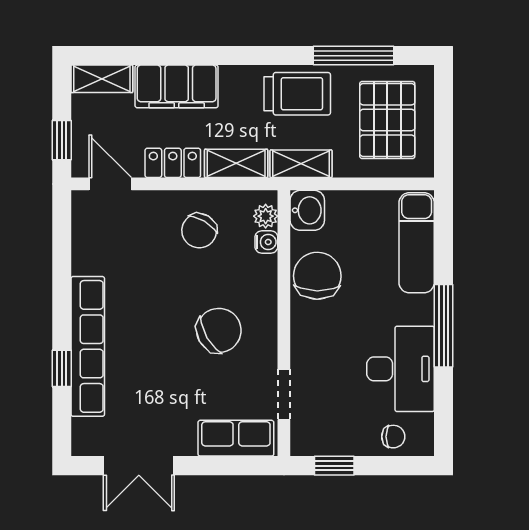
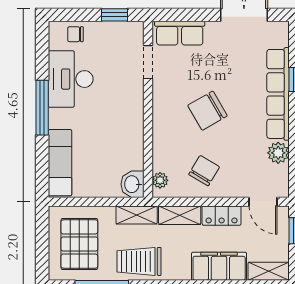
water cooler: (266, 242) -> (160, 163), removed
plant: (87, 258) -> (278, 153), added
chair: (317, 276) -> (126, 141), removed
chair: (219, 330) -> (207, 111), moved

